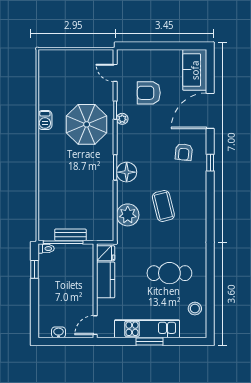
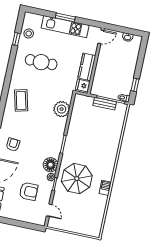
floor lamp: (127, 172) -> (50, 165), moved
coffee table: (163, 206) -> (21, 100), moved
window: (210, 297) -> (16, 39), added

